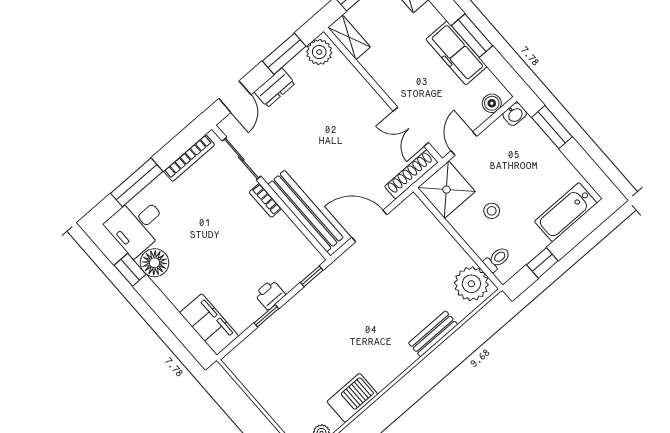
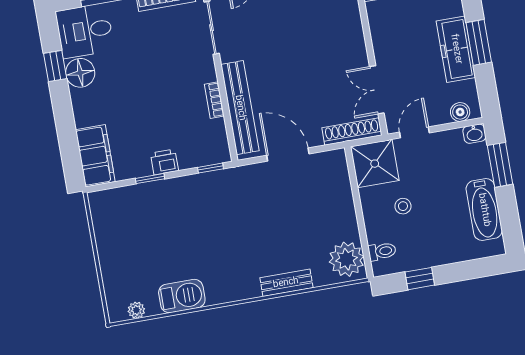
bookcase: (265, 200) -> (214, 100), moved
bathtub: (566, 212) -> (484, 210), moved, turned -90

